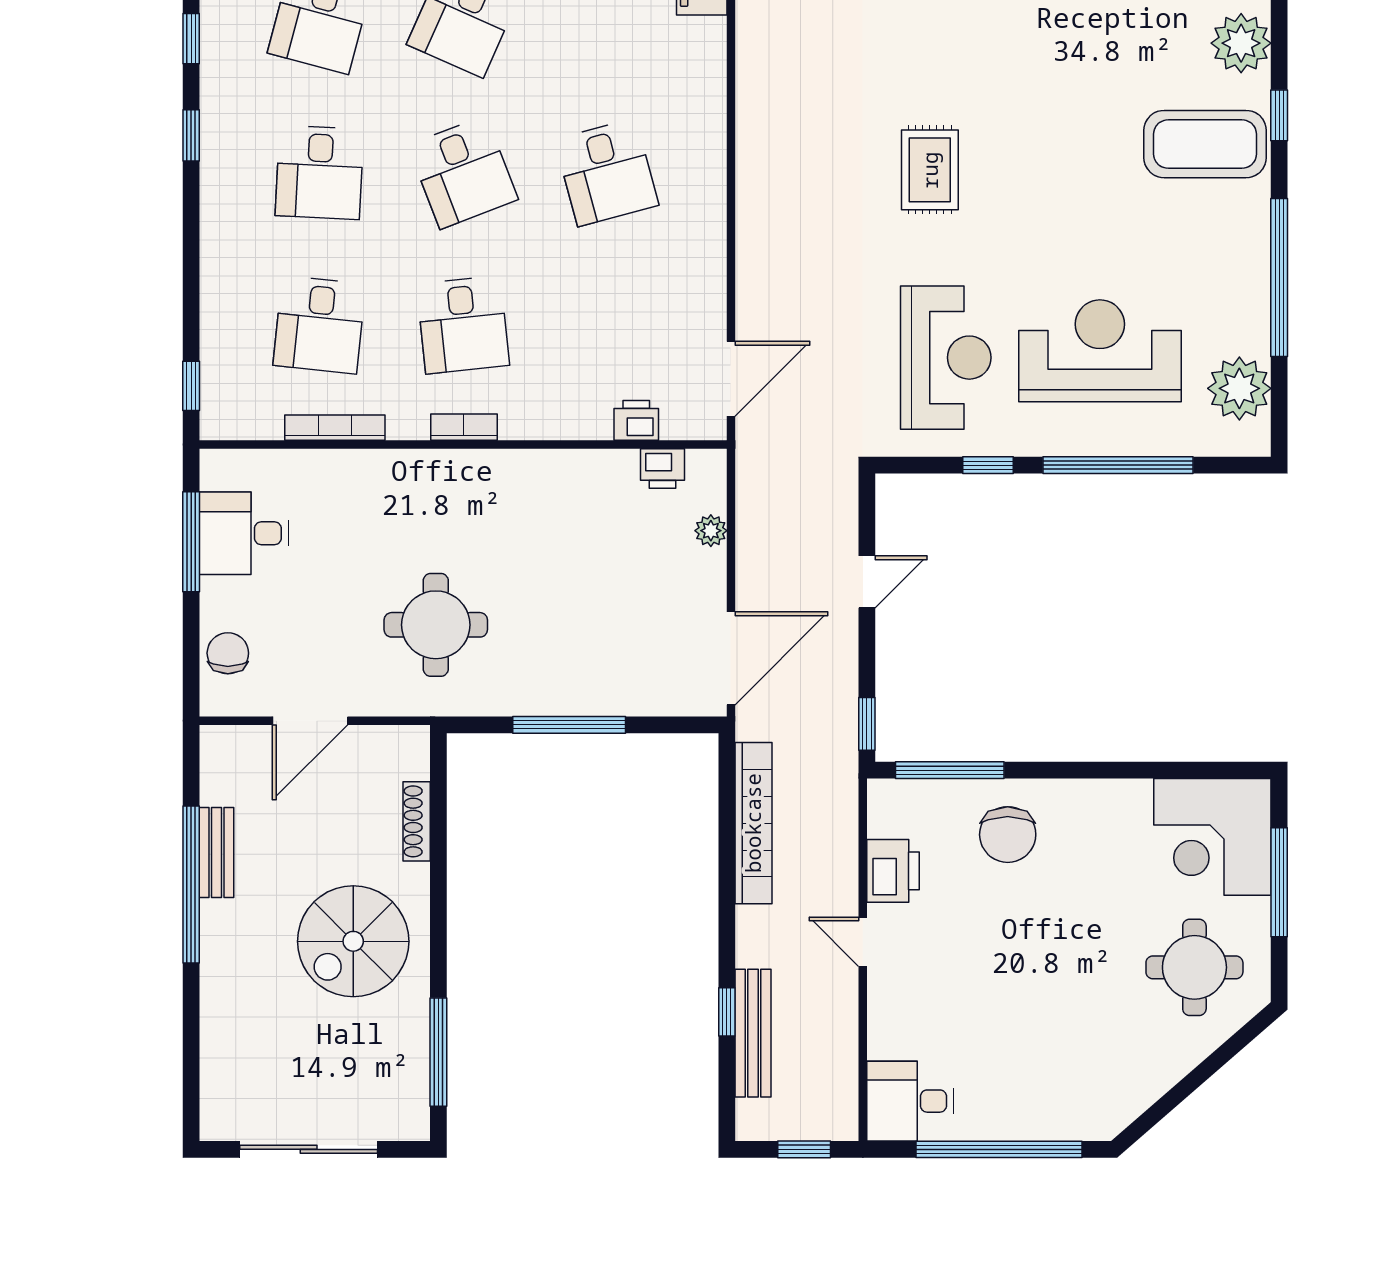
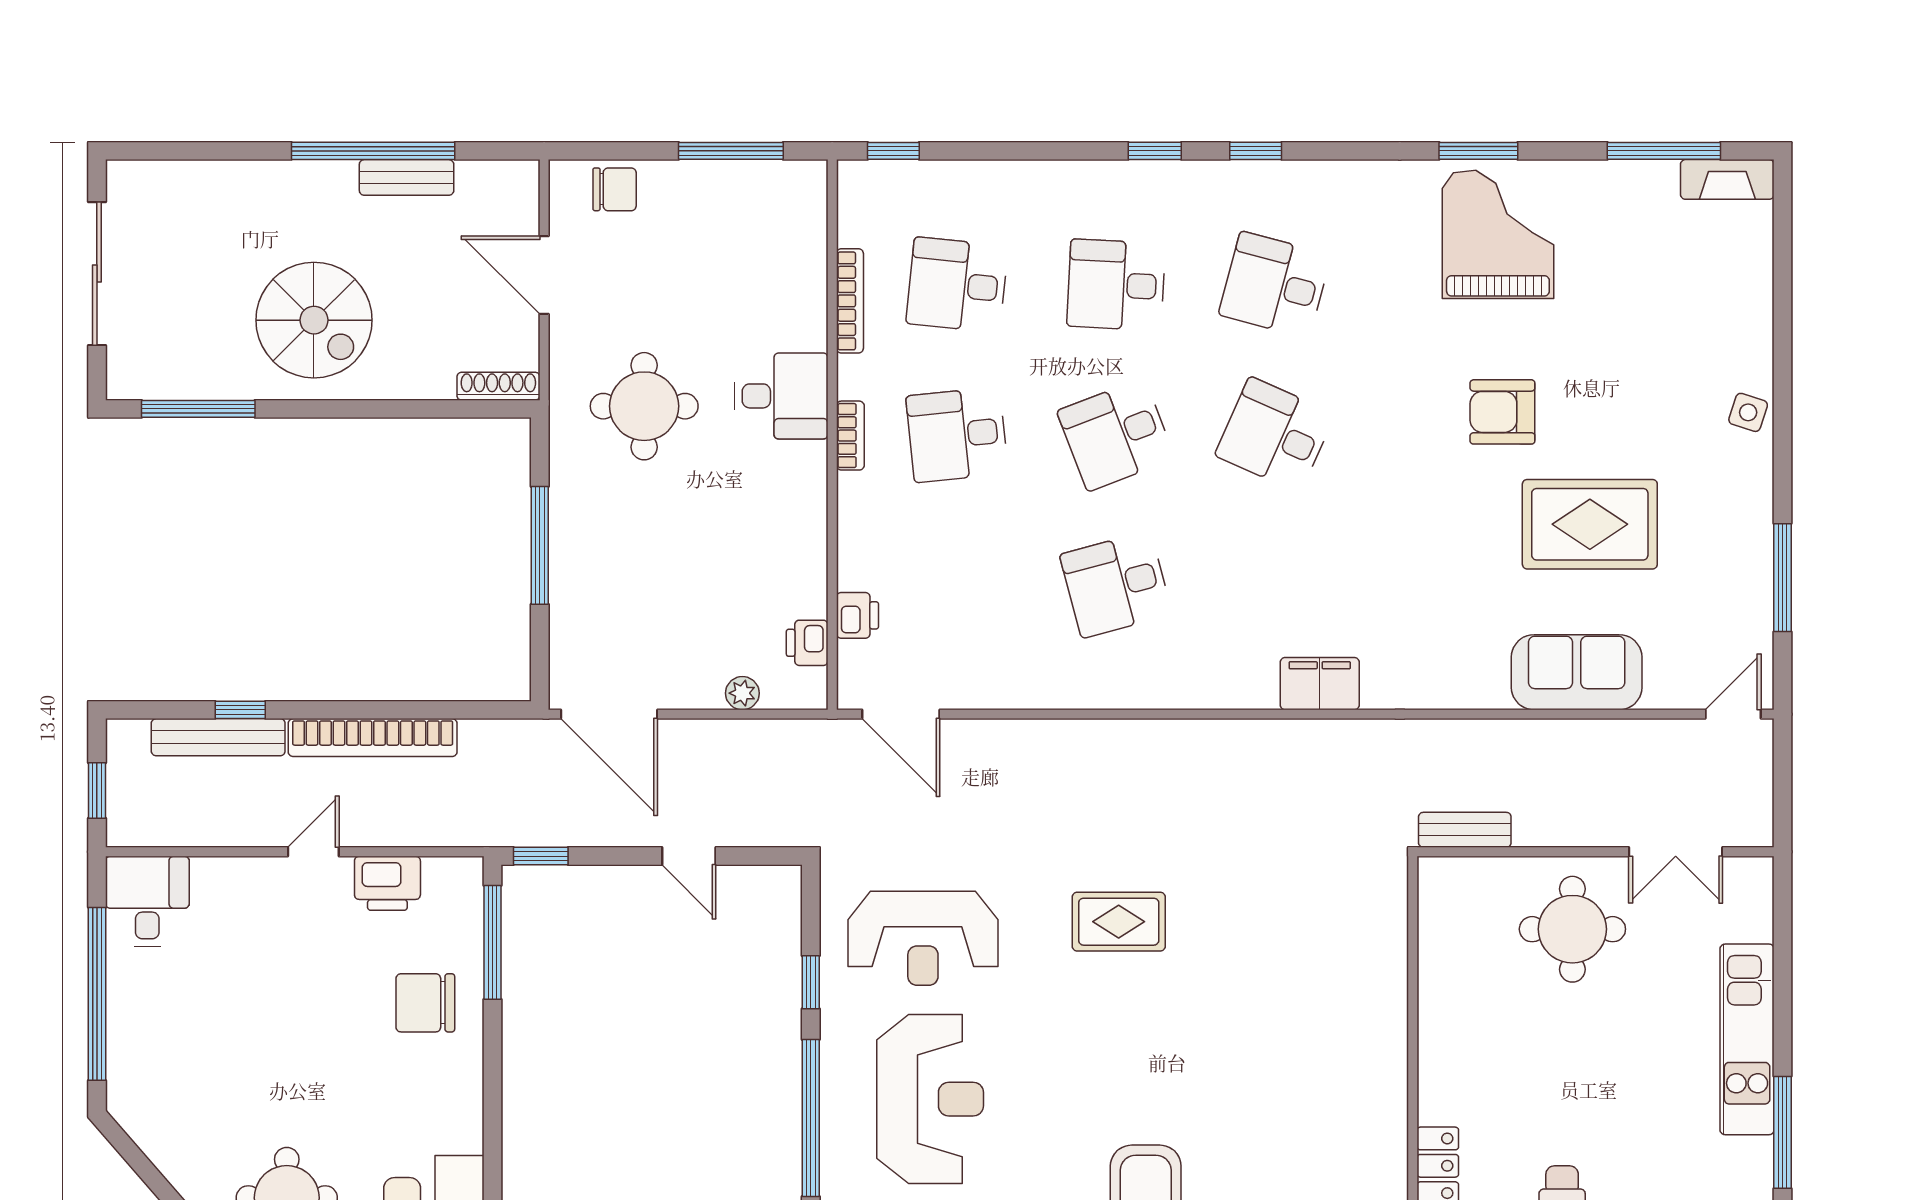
desk: (244, 533) -> (781, 396), moved, turned 90
shoe rack: (417, 821) -> (498, 386), moved
bookcase: (753, 823) -> (373, 738), moved
spiral stairs: (353, 941) -> (314, 320), turned 180

